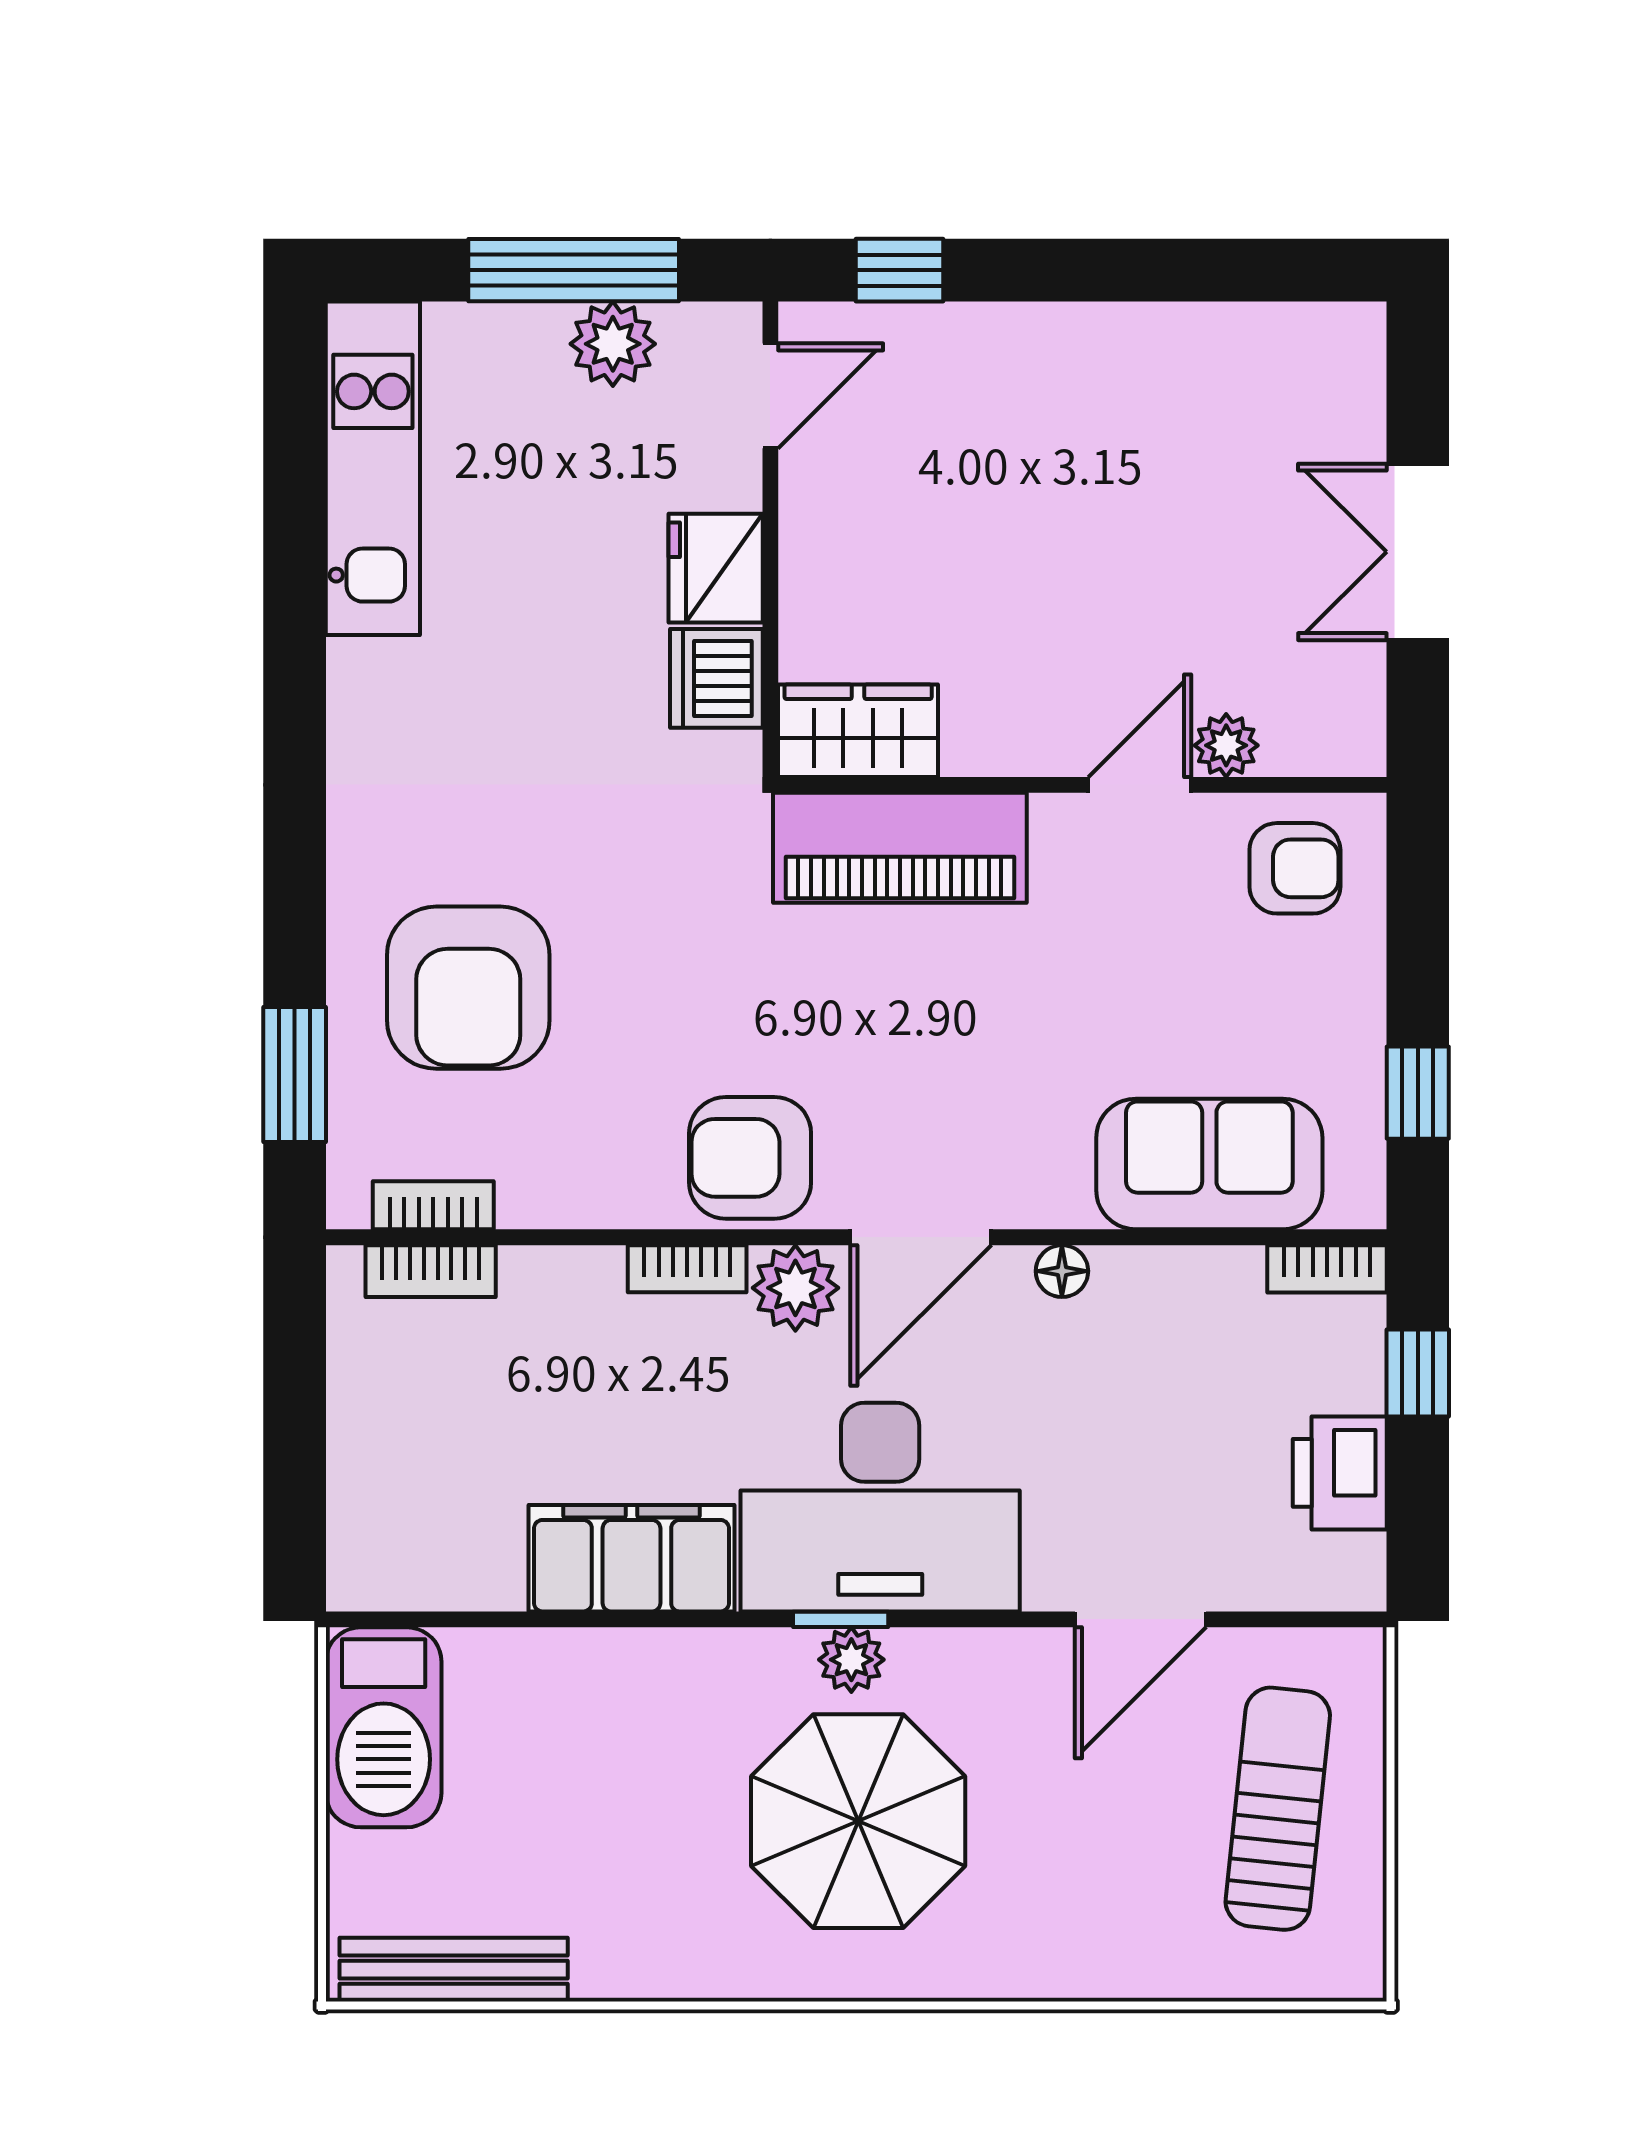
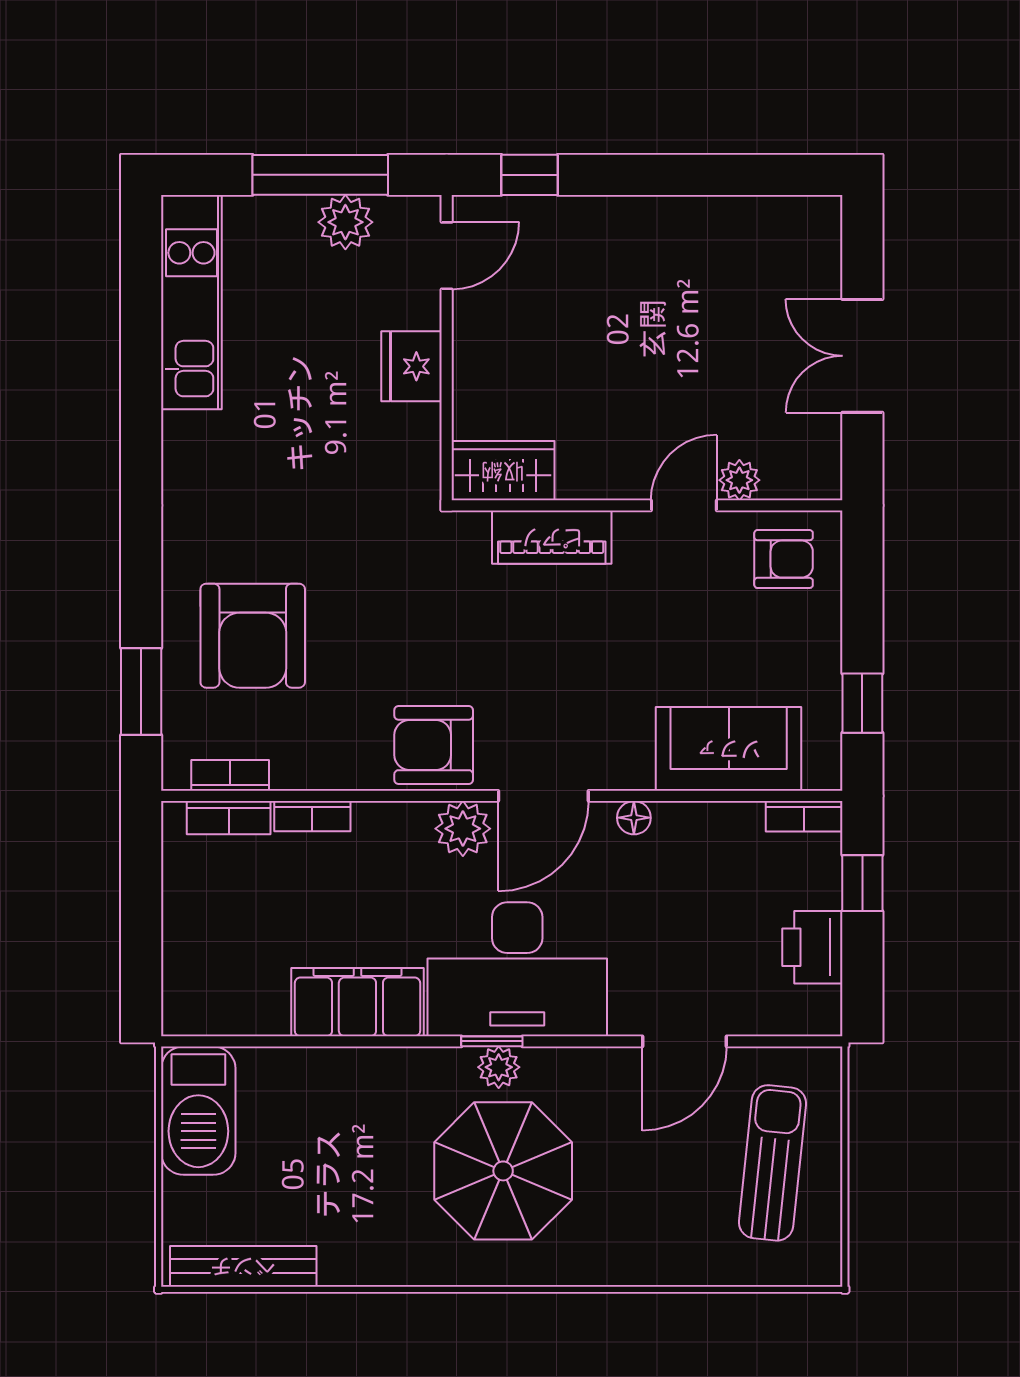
dishwasher: (716, 678) -> (412, 437), removed
piano: (900, 848) -> (552, 537), width x0.73, depth x0.75
bookcase: (687, 1269) -> (312, 816), moved

